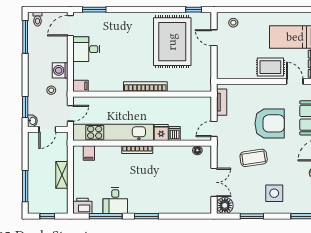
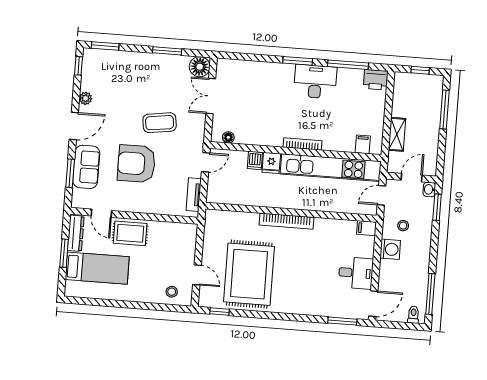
shelving: (62, 175) -> (397, 134), moved
side table: (274, 193) -> (137, 77), removed
desk: (115, 201) -> (315, 82), moved, width x1.37

